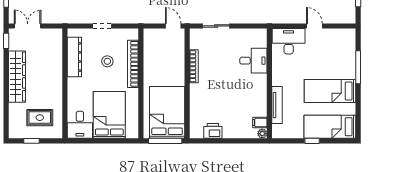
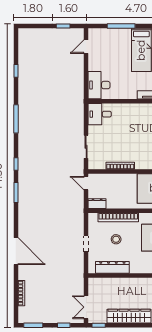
door: (173, 26) -> (86, 183), hinge flipped
door: (314, 26) -> (86, 47), moved
dresser: (149, 39) -> (97, 204), added
desk: (253, 61) -> (100, 114), moved, turned -90

